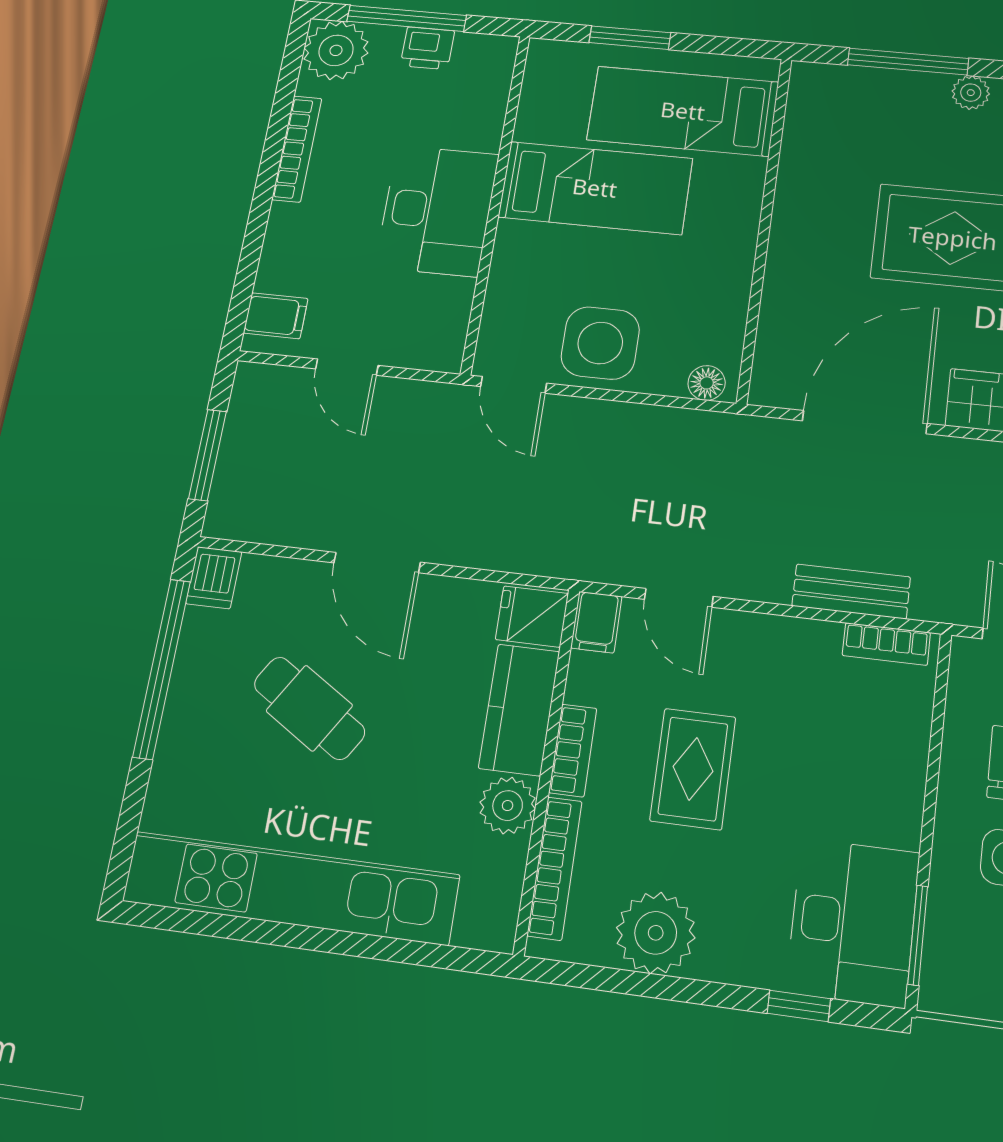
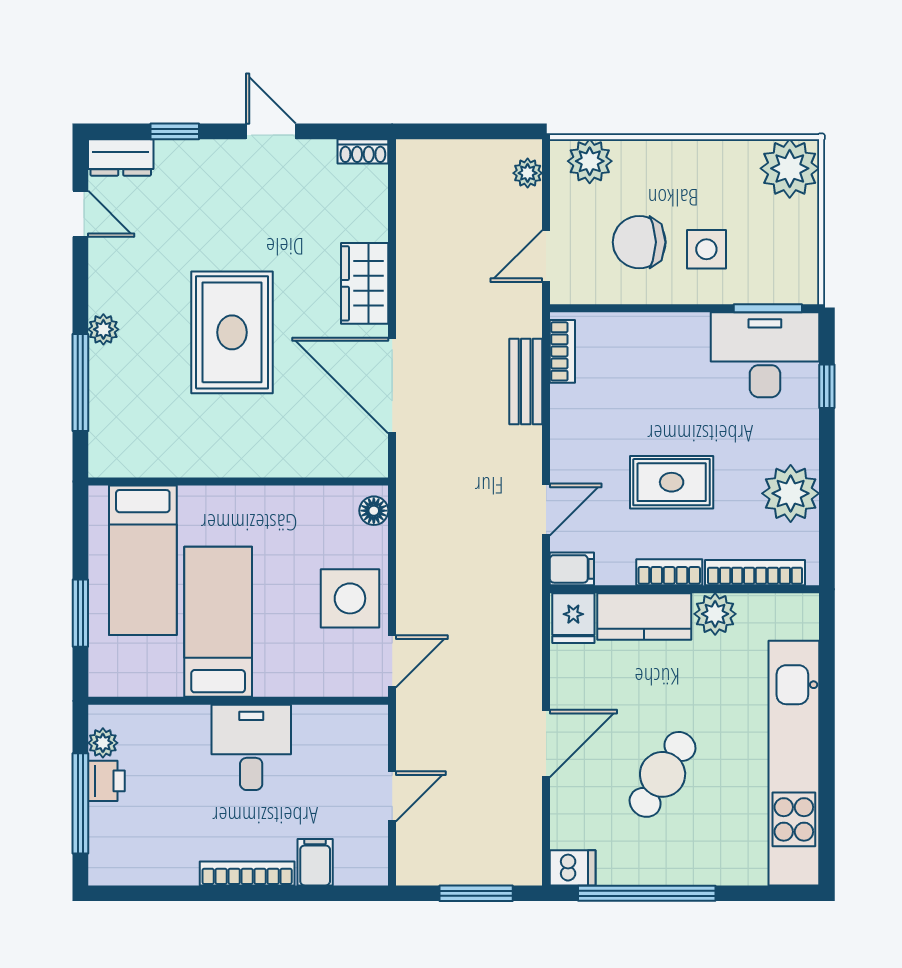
plant: (336, 50) -> (103, 743), moved, width x0.53, depth x0.53
bookcase: (297, 149) -> (247, 873), moved
desk: (437, 211) -> (251, 747), width x0.73
filing cabinet: (276, 316) -> (315, 862), moved

